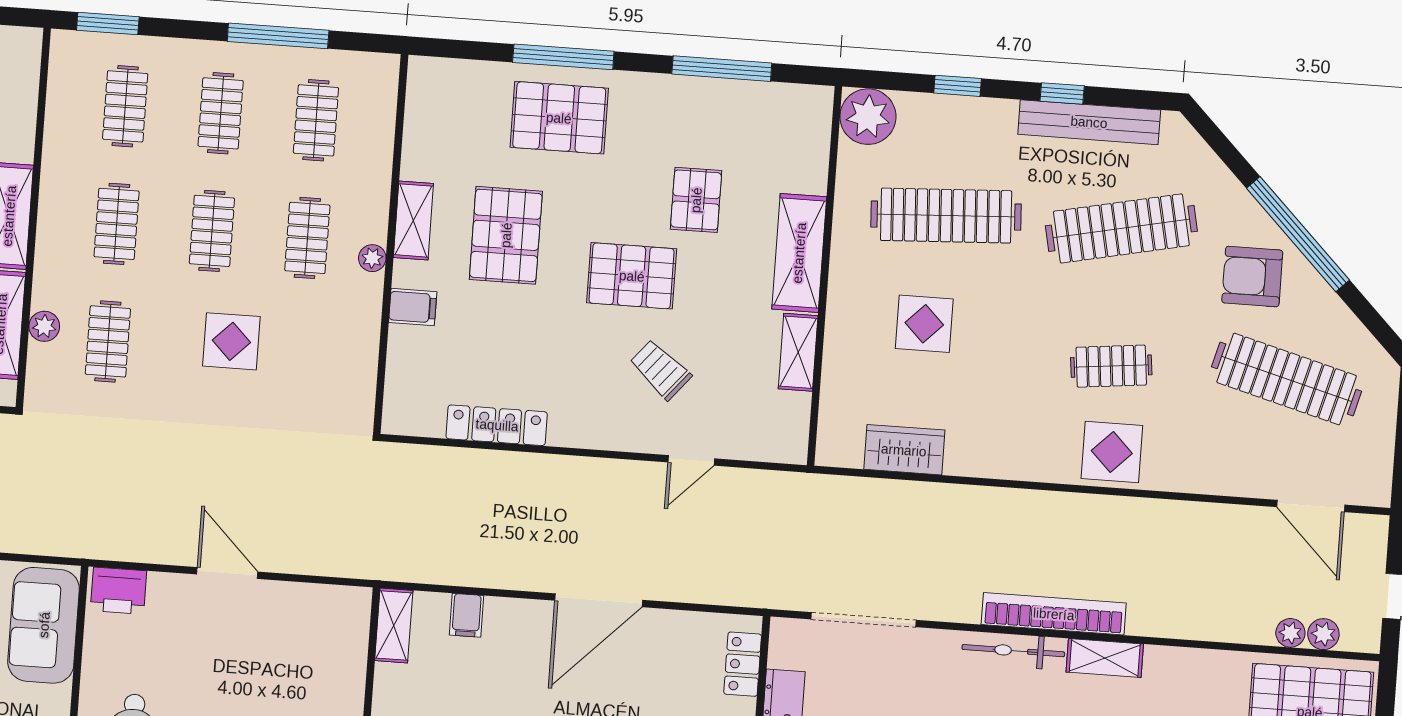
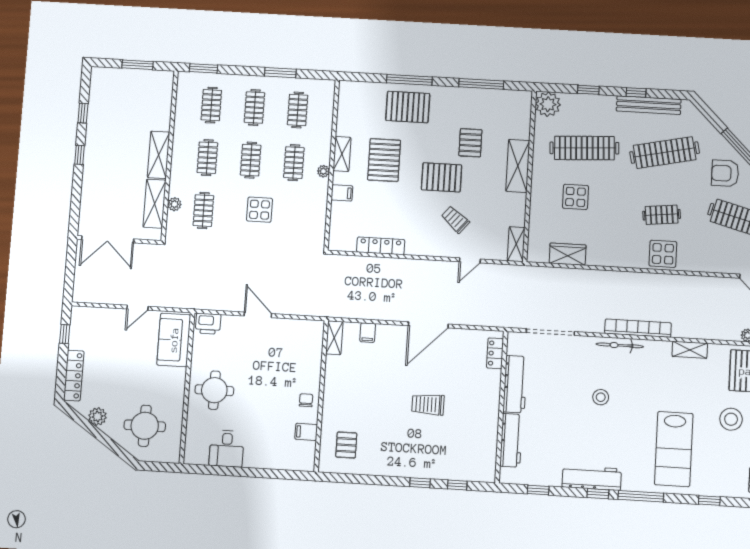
window: (278, 36) -> (280, 73), width x0.69
shelving: (798, 352) -> (516, 244), moved
shelving: (1105, 658) -> (690, 350), moved

